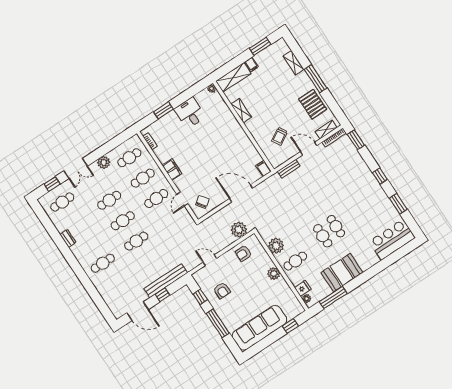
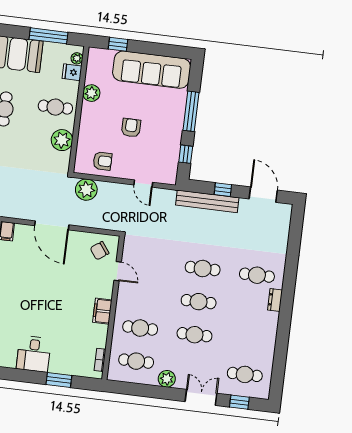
cafe table: (156, 199) -> (144, 295), removed
door: (182, 199) -> (118, 271), hinge flipped
dresser: (68, 238) -> (275, 300), moved
plant: (274, 274) -> (91, 93), moved
armchair: (222, 291) -> (131, 128), moved

